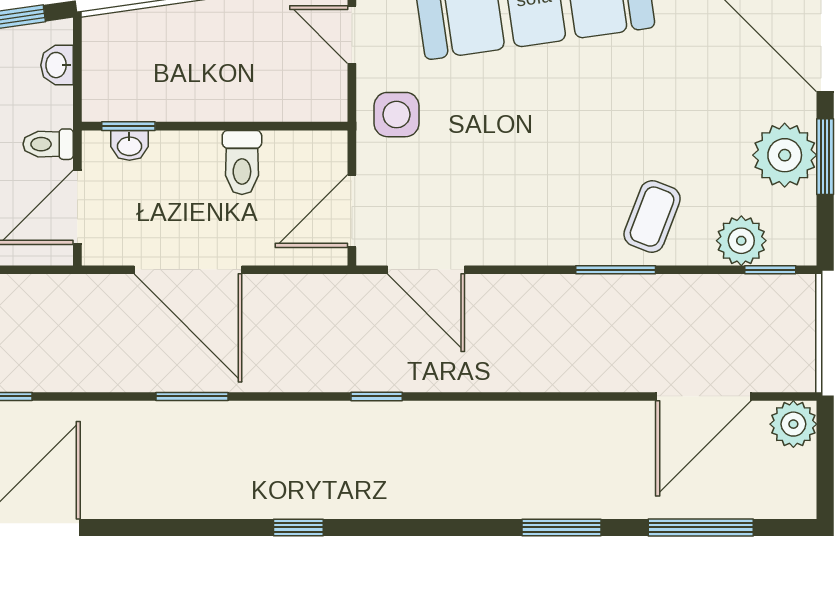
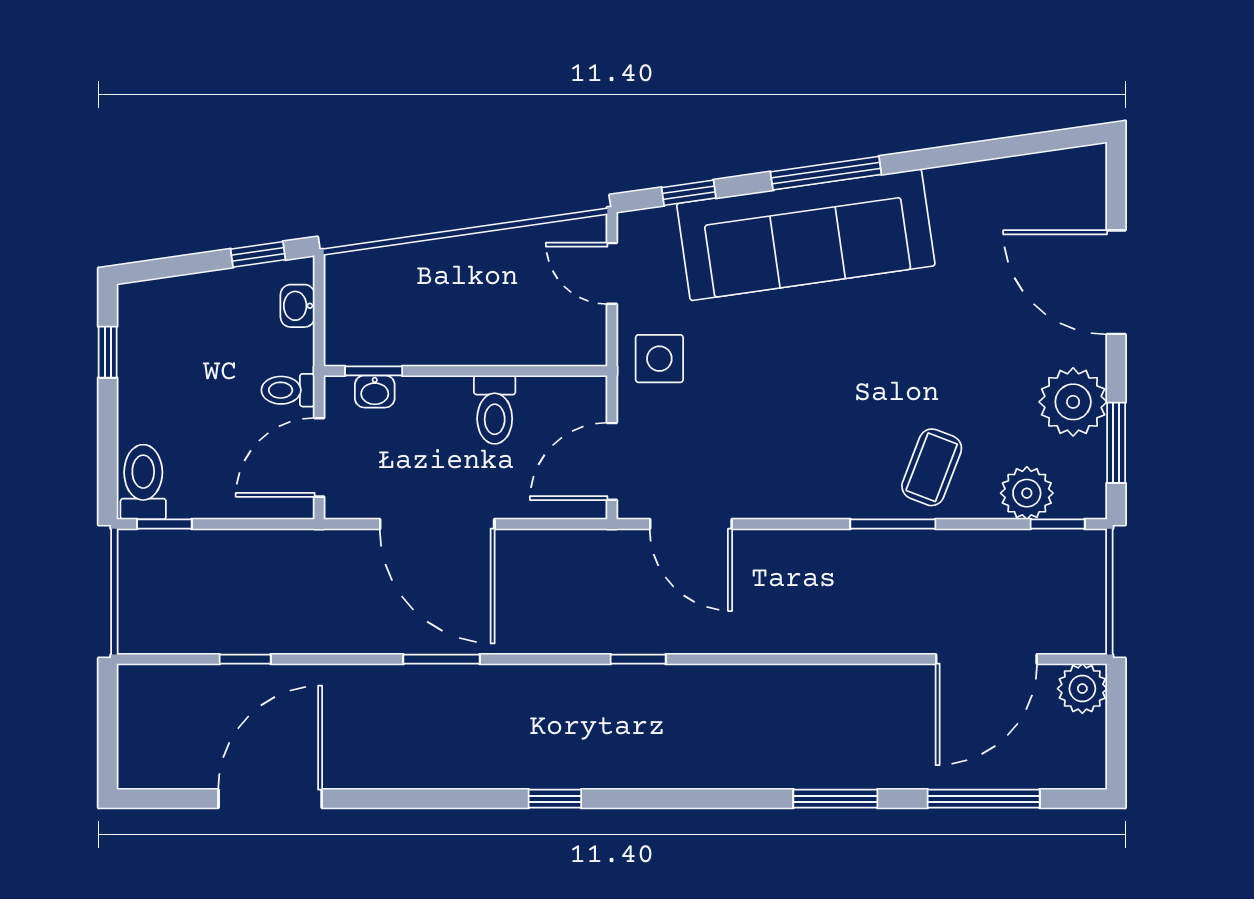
window: (825, 157) -> (1116, 443), moved

